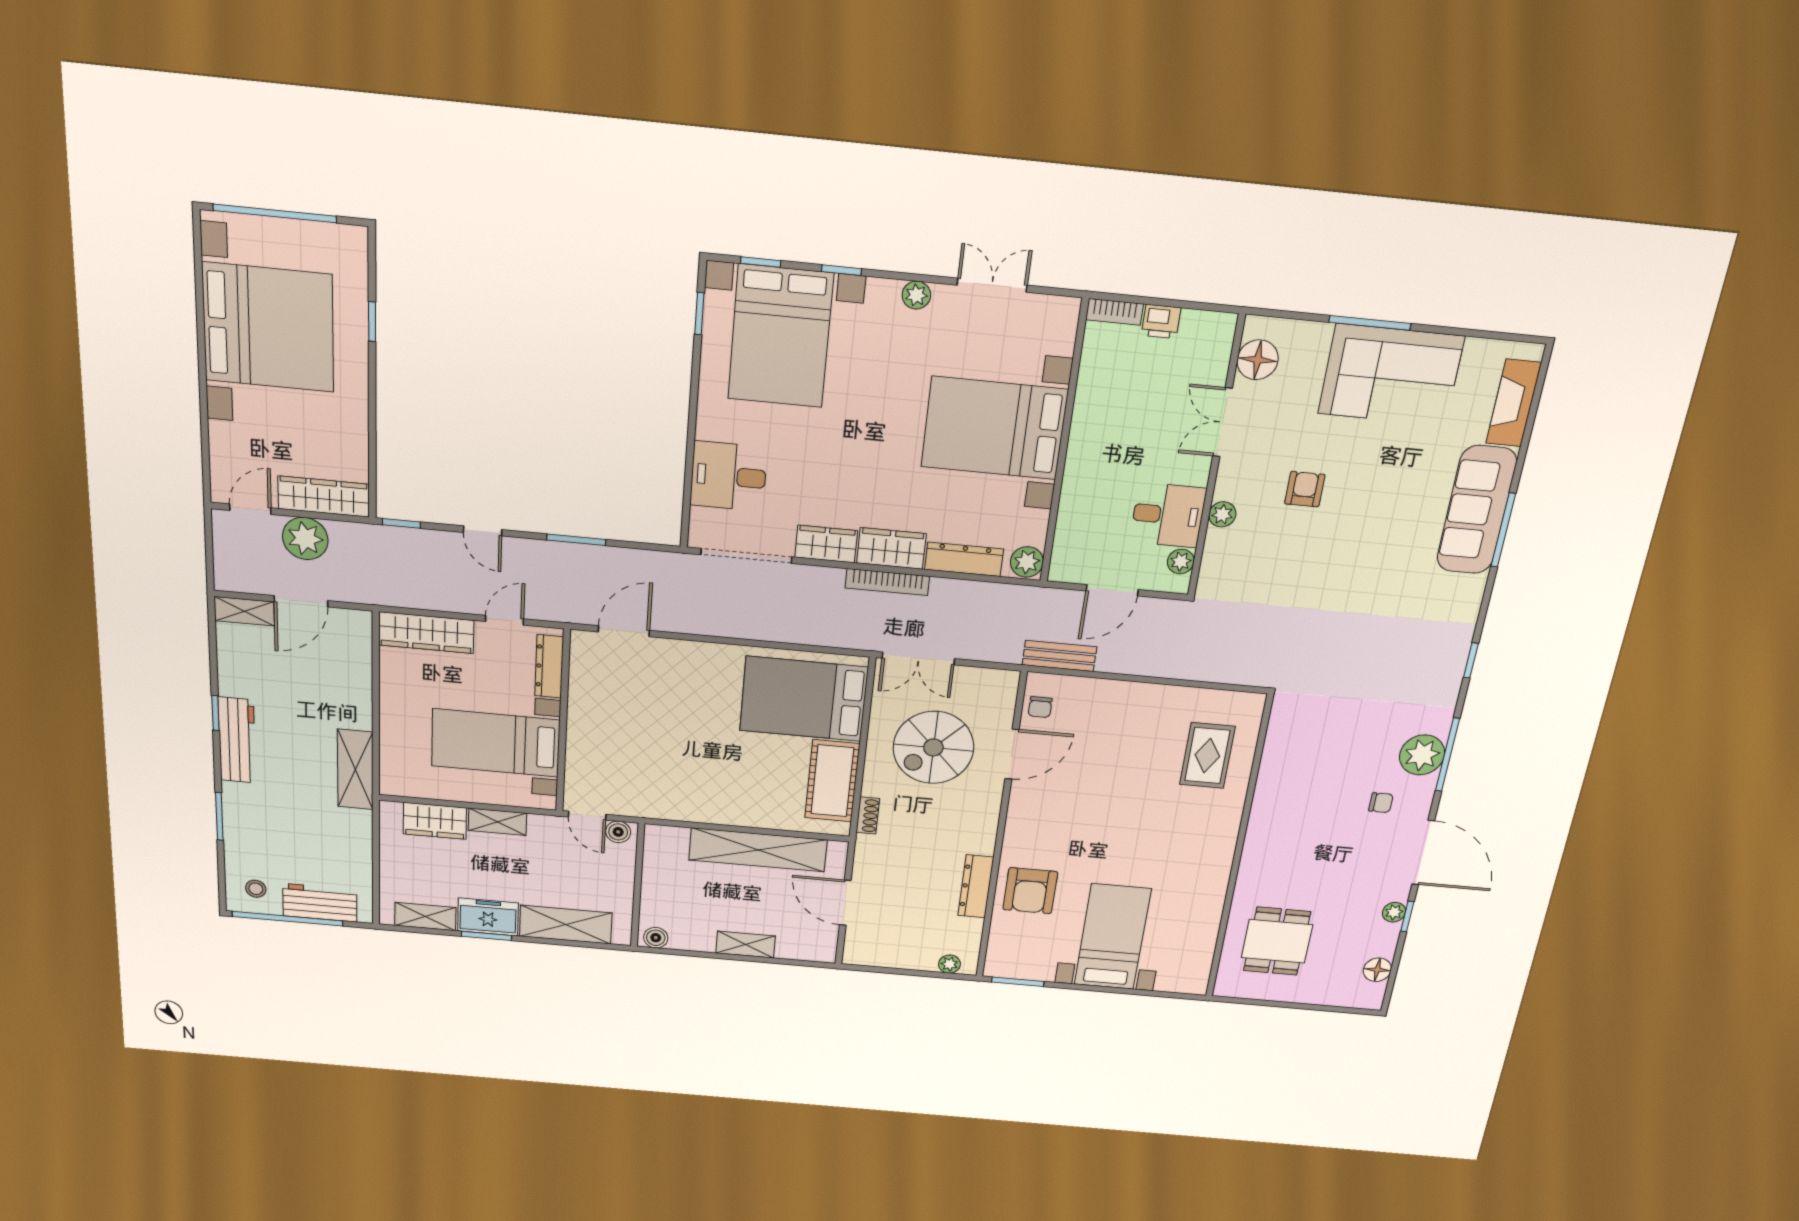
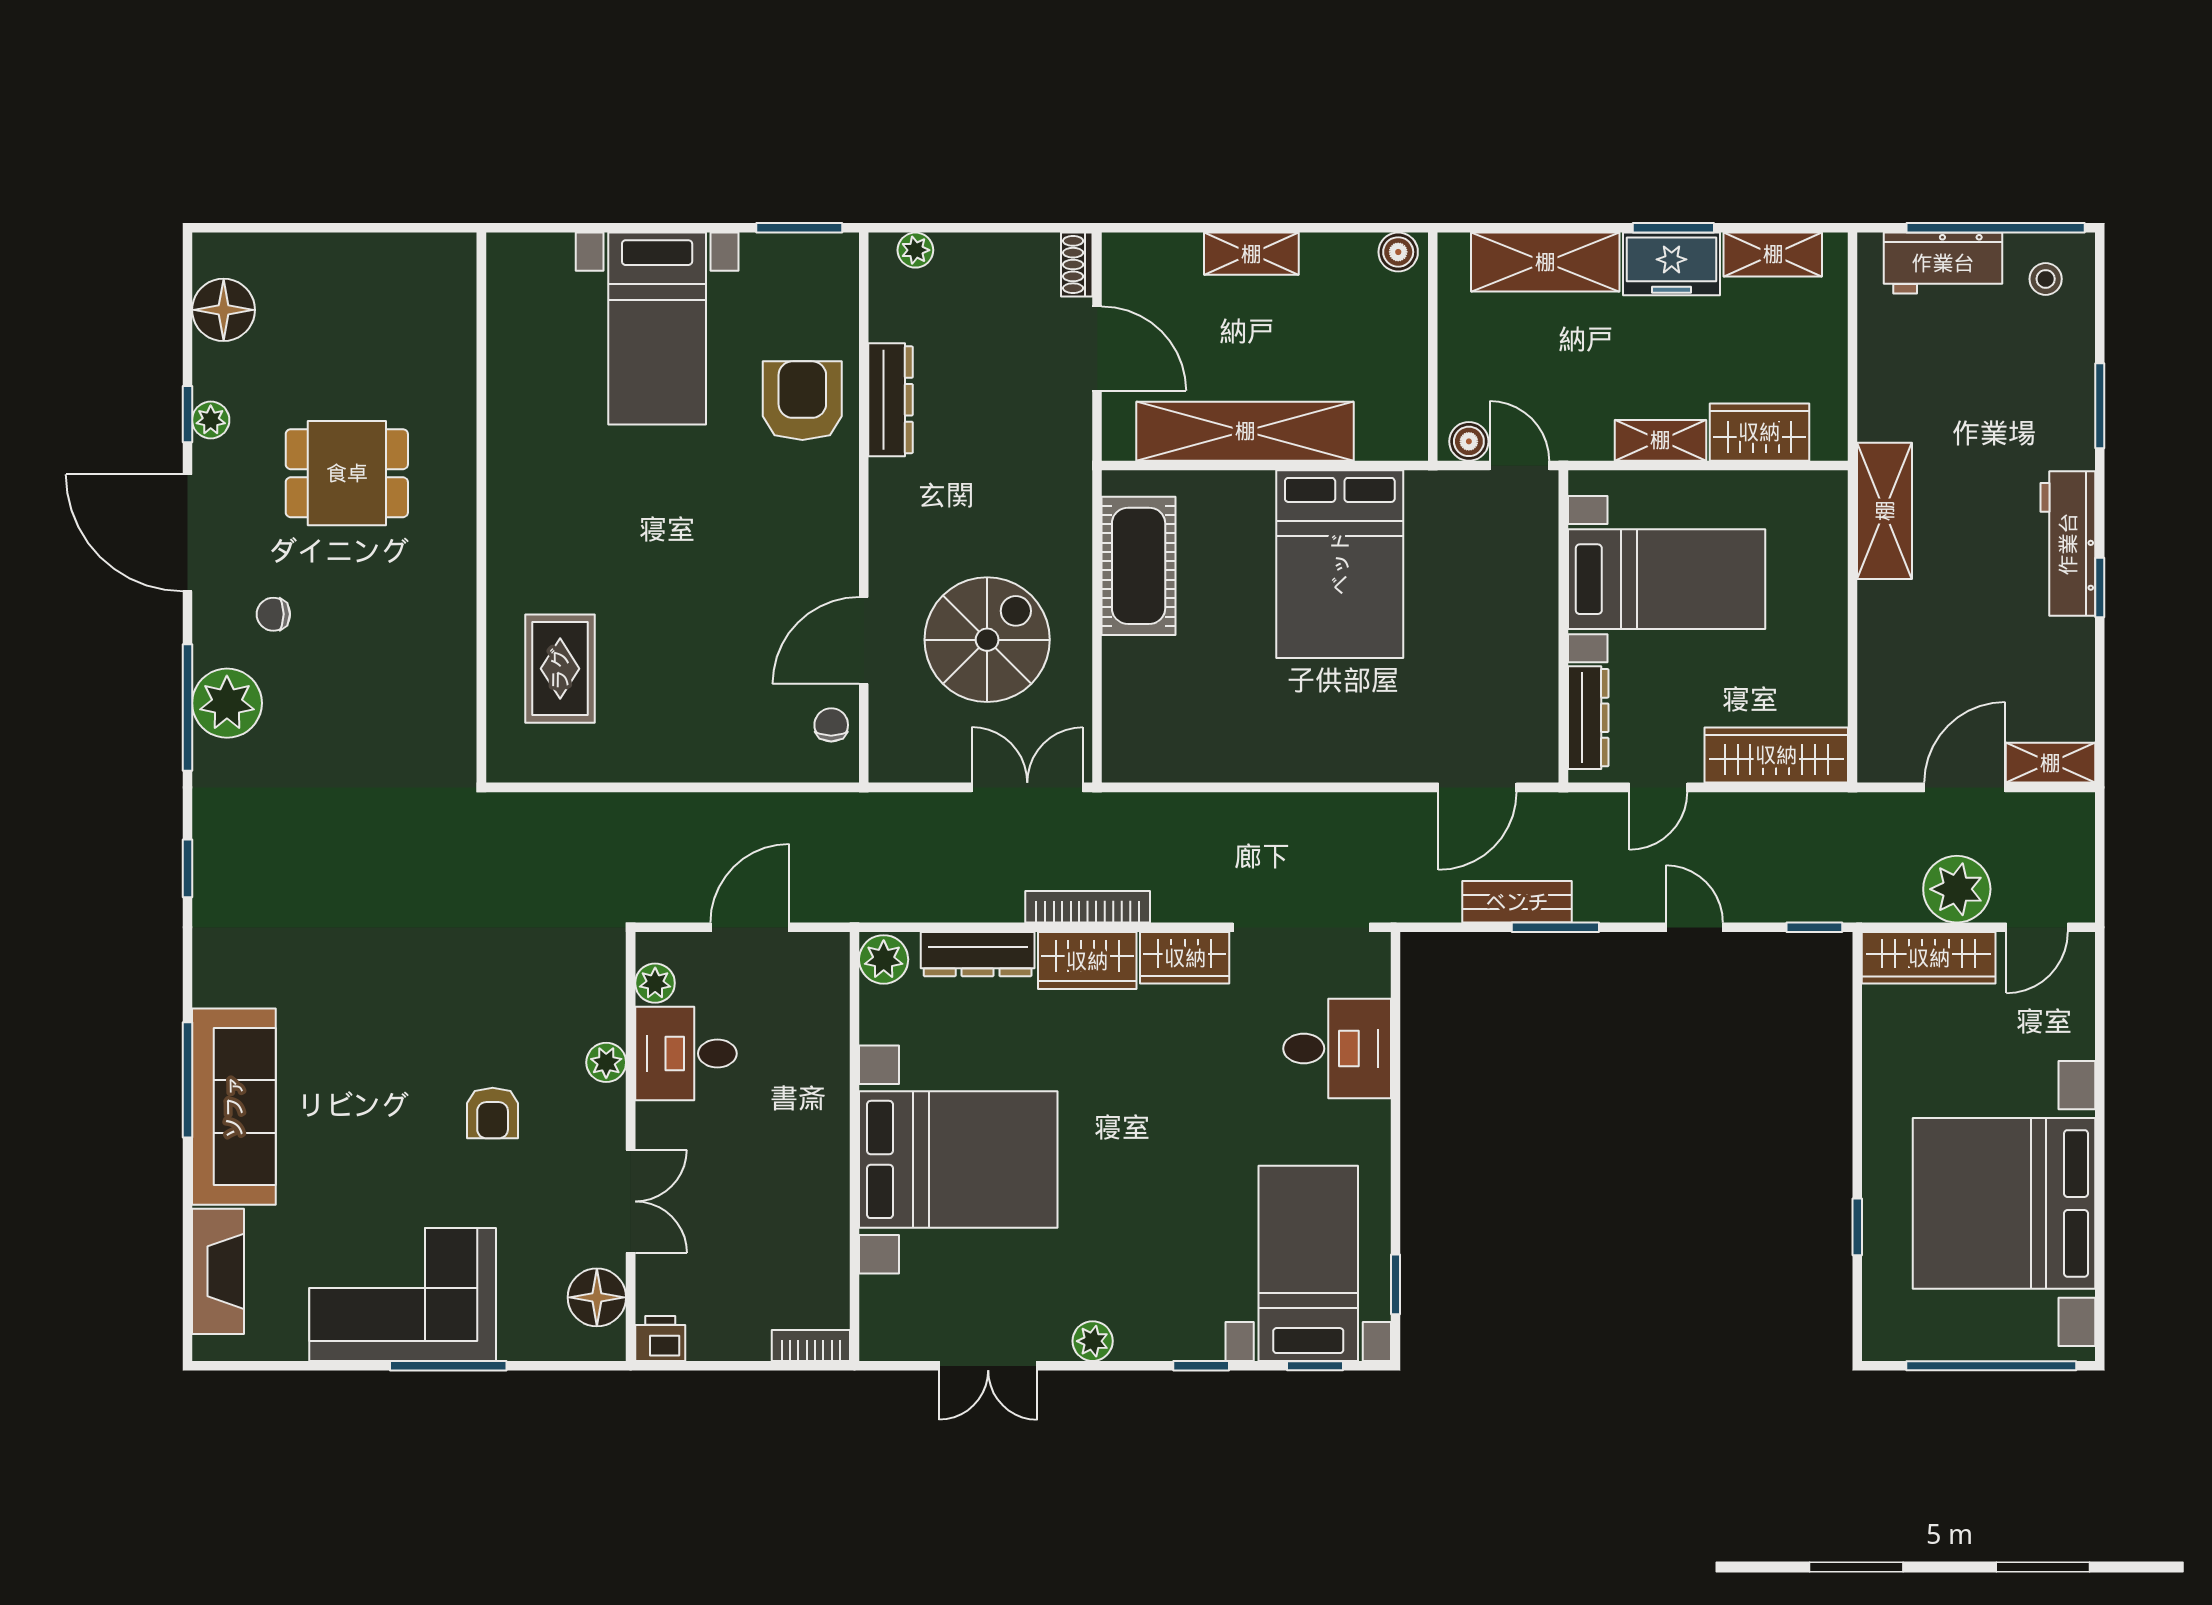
printer: (1161, 321) -> (660, 1338), moved
bed with nightstands: (780, 336) -> (1308, 1263), width x0.73
bench: (1059, 656) -> (1517, 902), moved
bed: (804, 699) -> (1340, 564), moved, turned 90
shoe rack: (868, 816) -> (1077, 265), moved
dining table: (1277, 941) -> (347, 473), moved, turned 90
floor lamp: (1377, 970) -> (224, 310), width x1.38, depth x1.38

